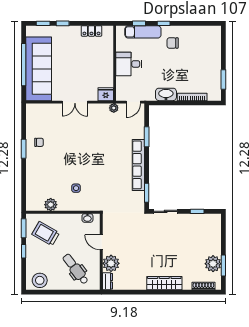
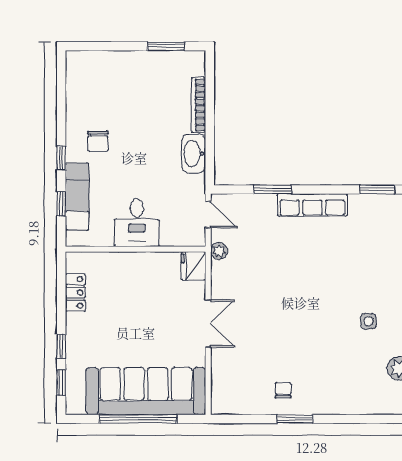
row of seats: (138, 165) -> (312, 205), width x0.73

